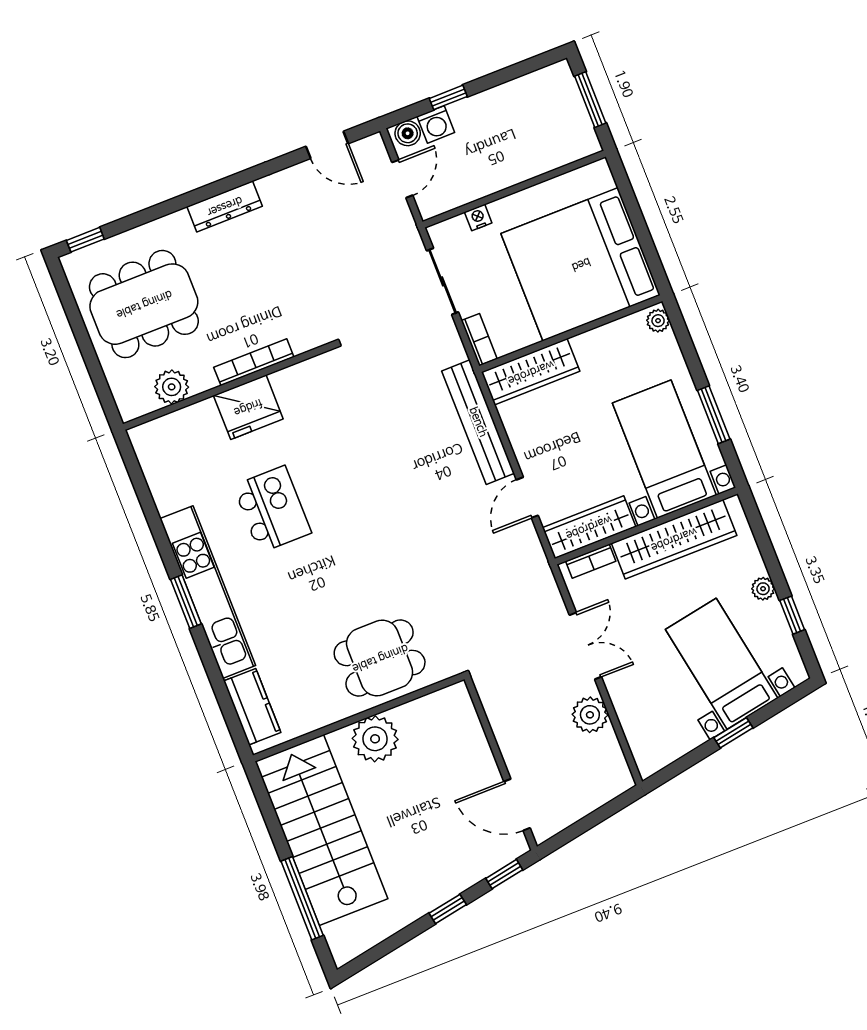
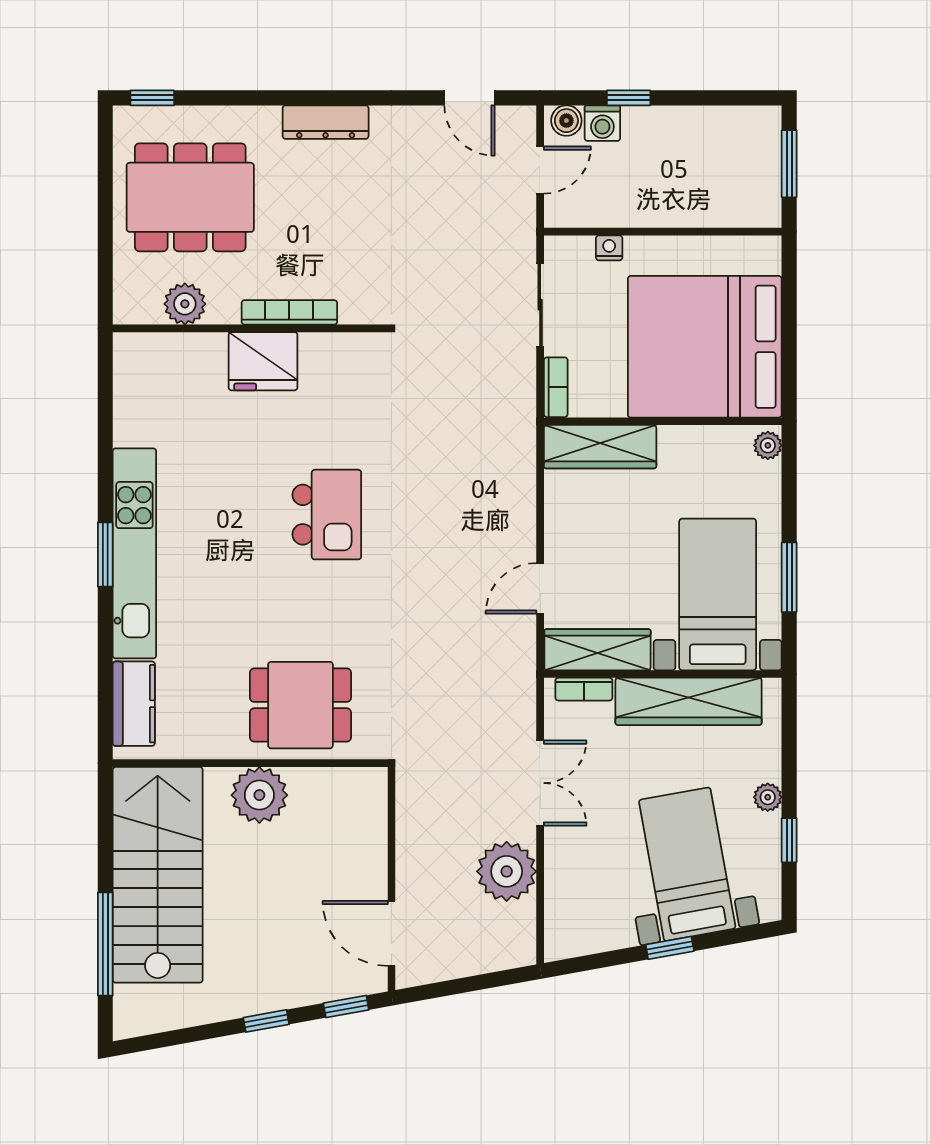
bench: (478, 422) -> (518, 481), removed
kitchen island: (272, 509) -> (327, 515), moved
plant: (590, 715) -> (507, 871), width x1.36, depth x1.36

